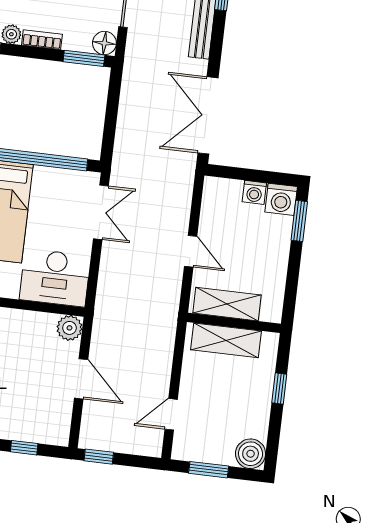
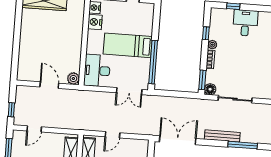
door: (81, 379) -> (49, 85), swing flipped
door: (171, 414) -> (34, 129), swing flipped
window: (24, 448) -> (15, 59), removed
window: (99, 457) -> (11, 110), moved

